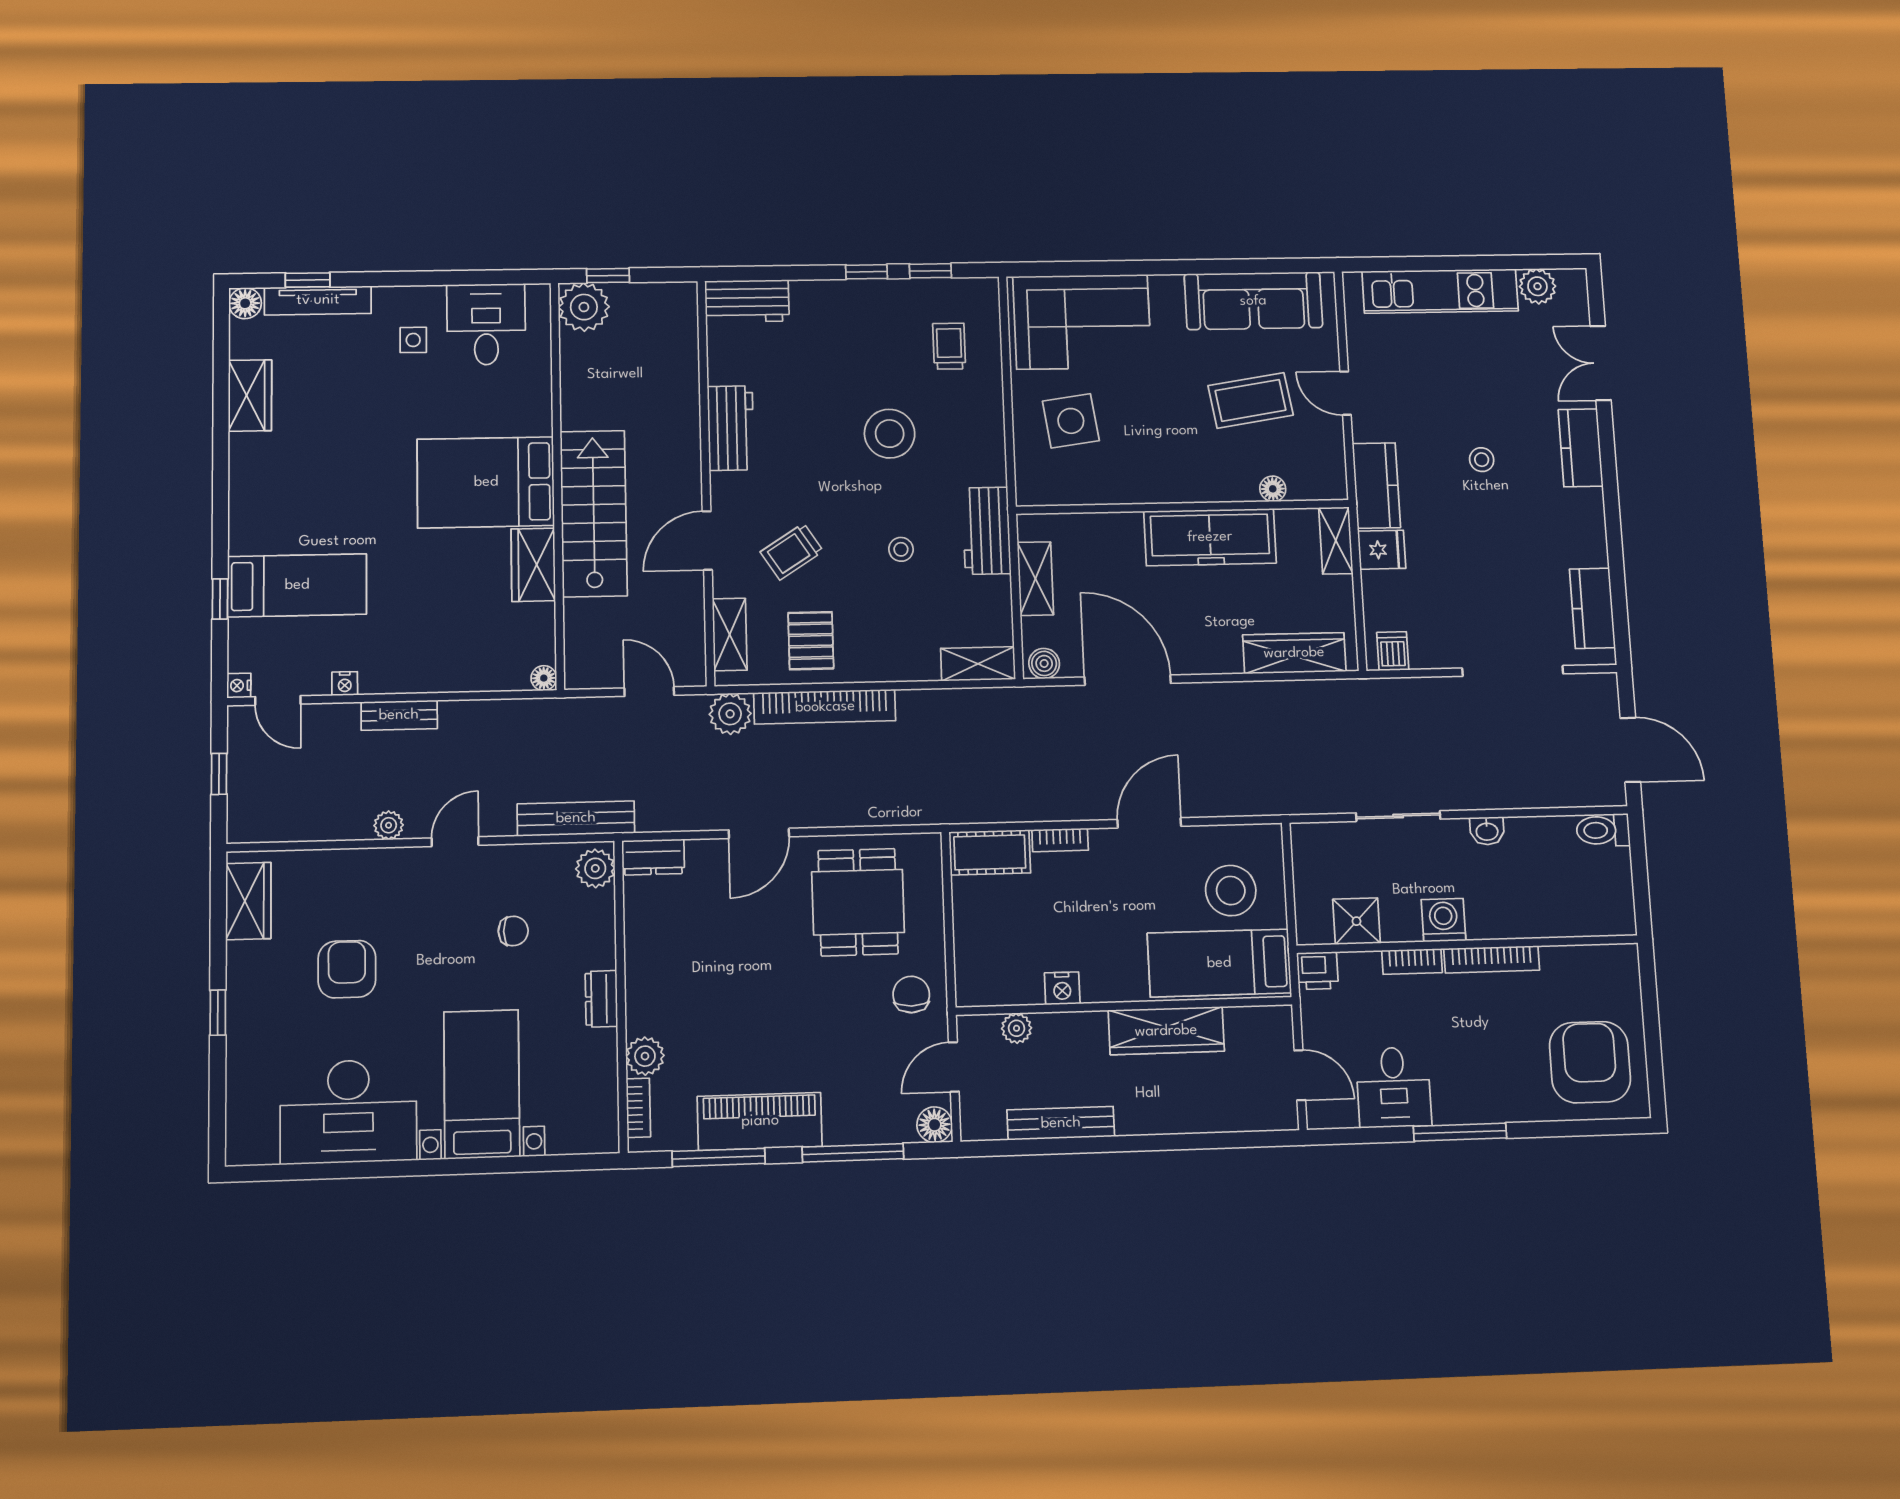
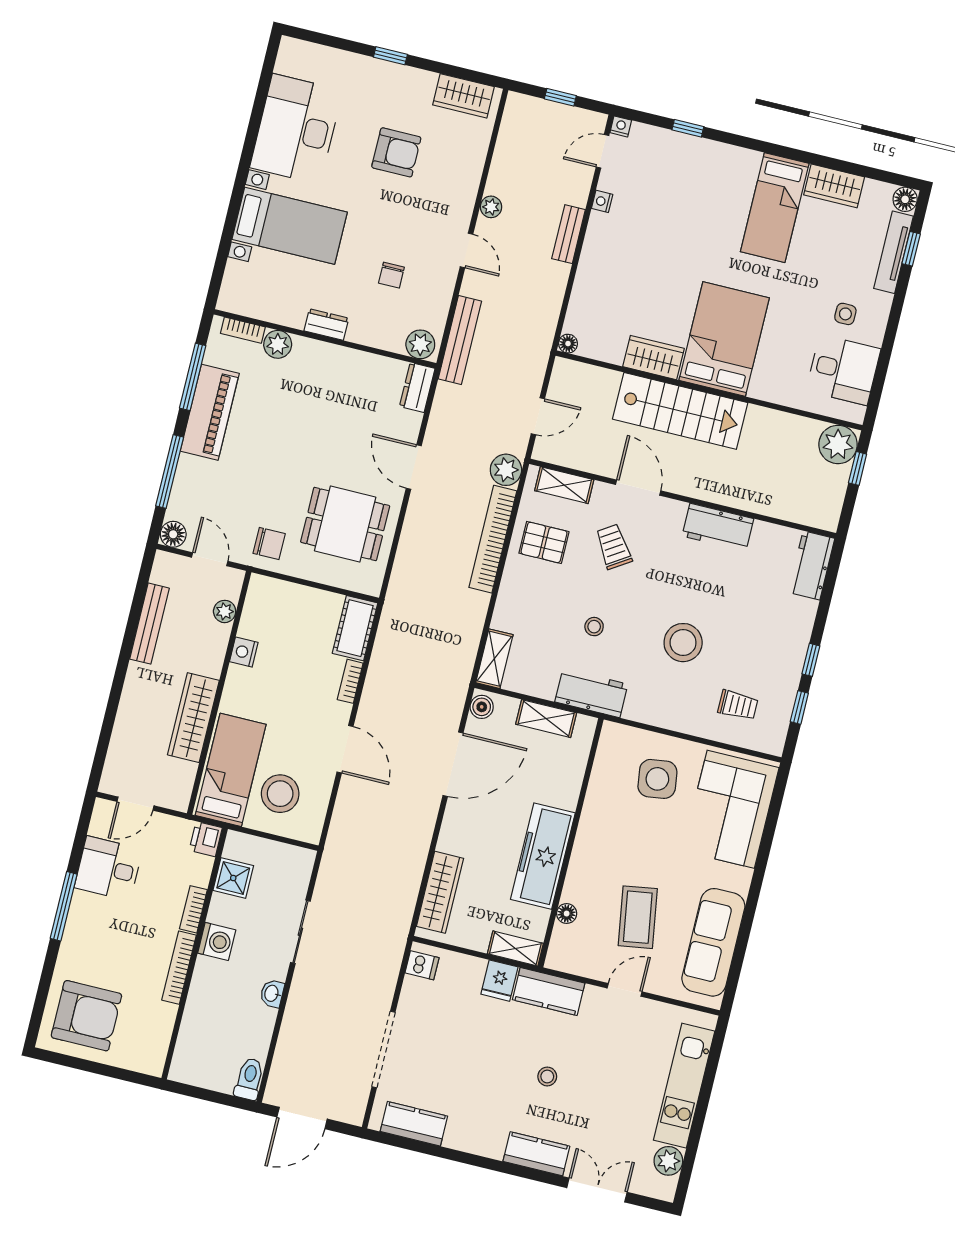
bed: (297, 585) -> (775, 208), moved

